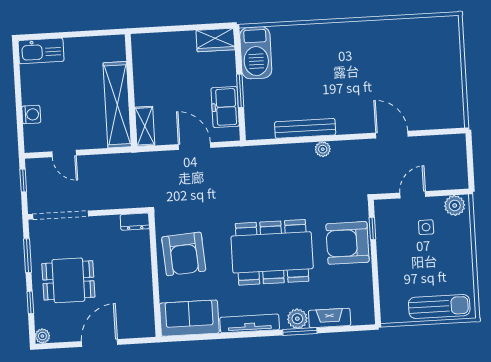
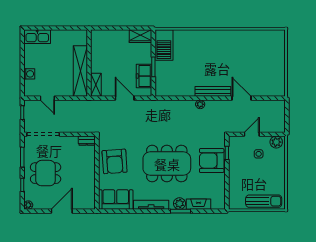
bench: (305, 128) -> (213, 91), moved

